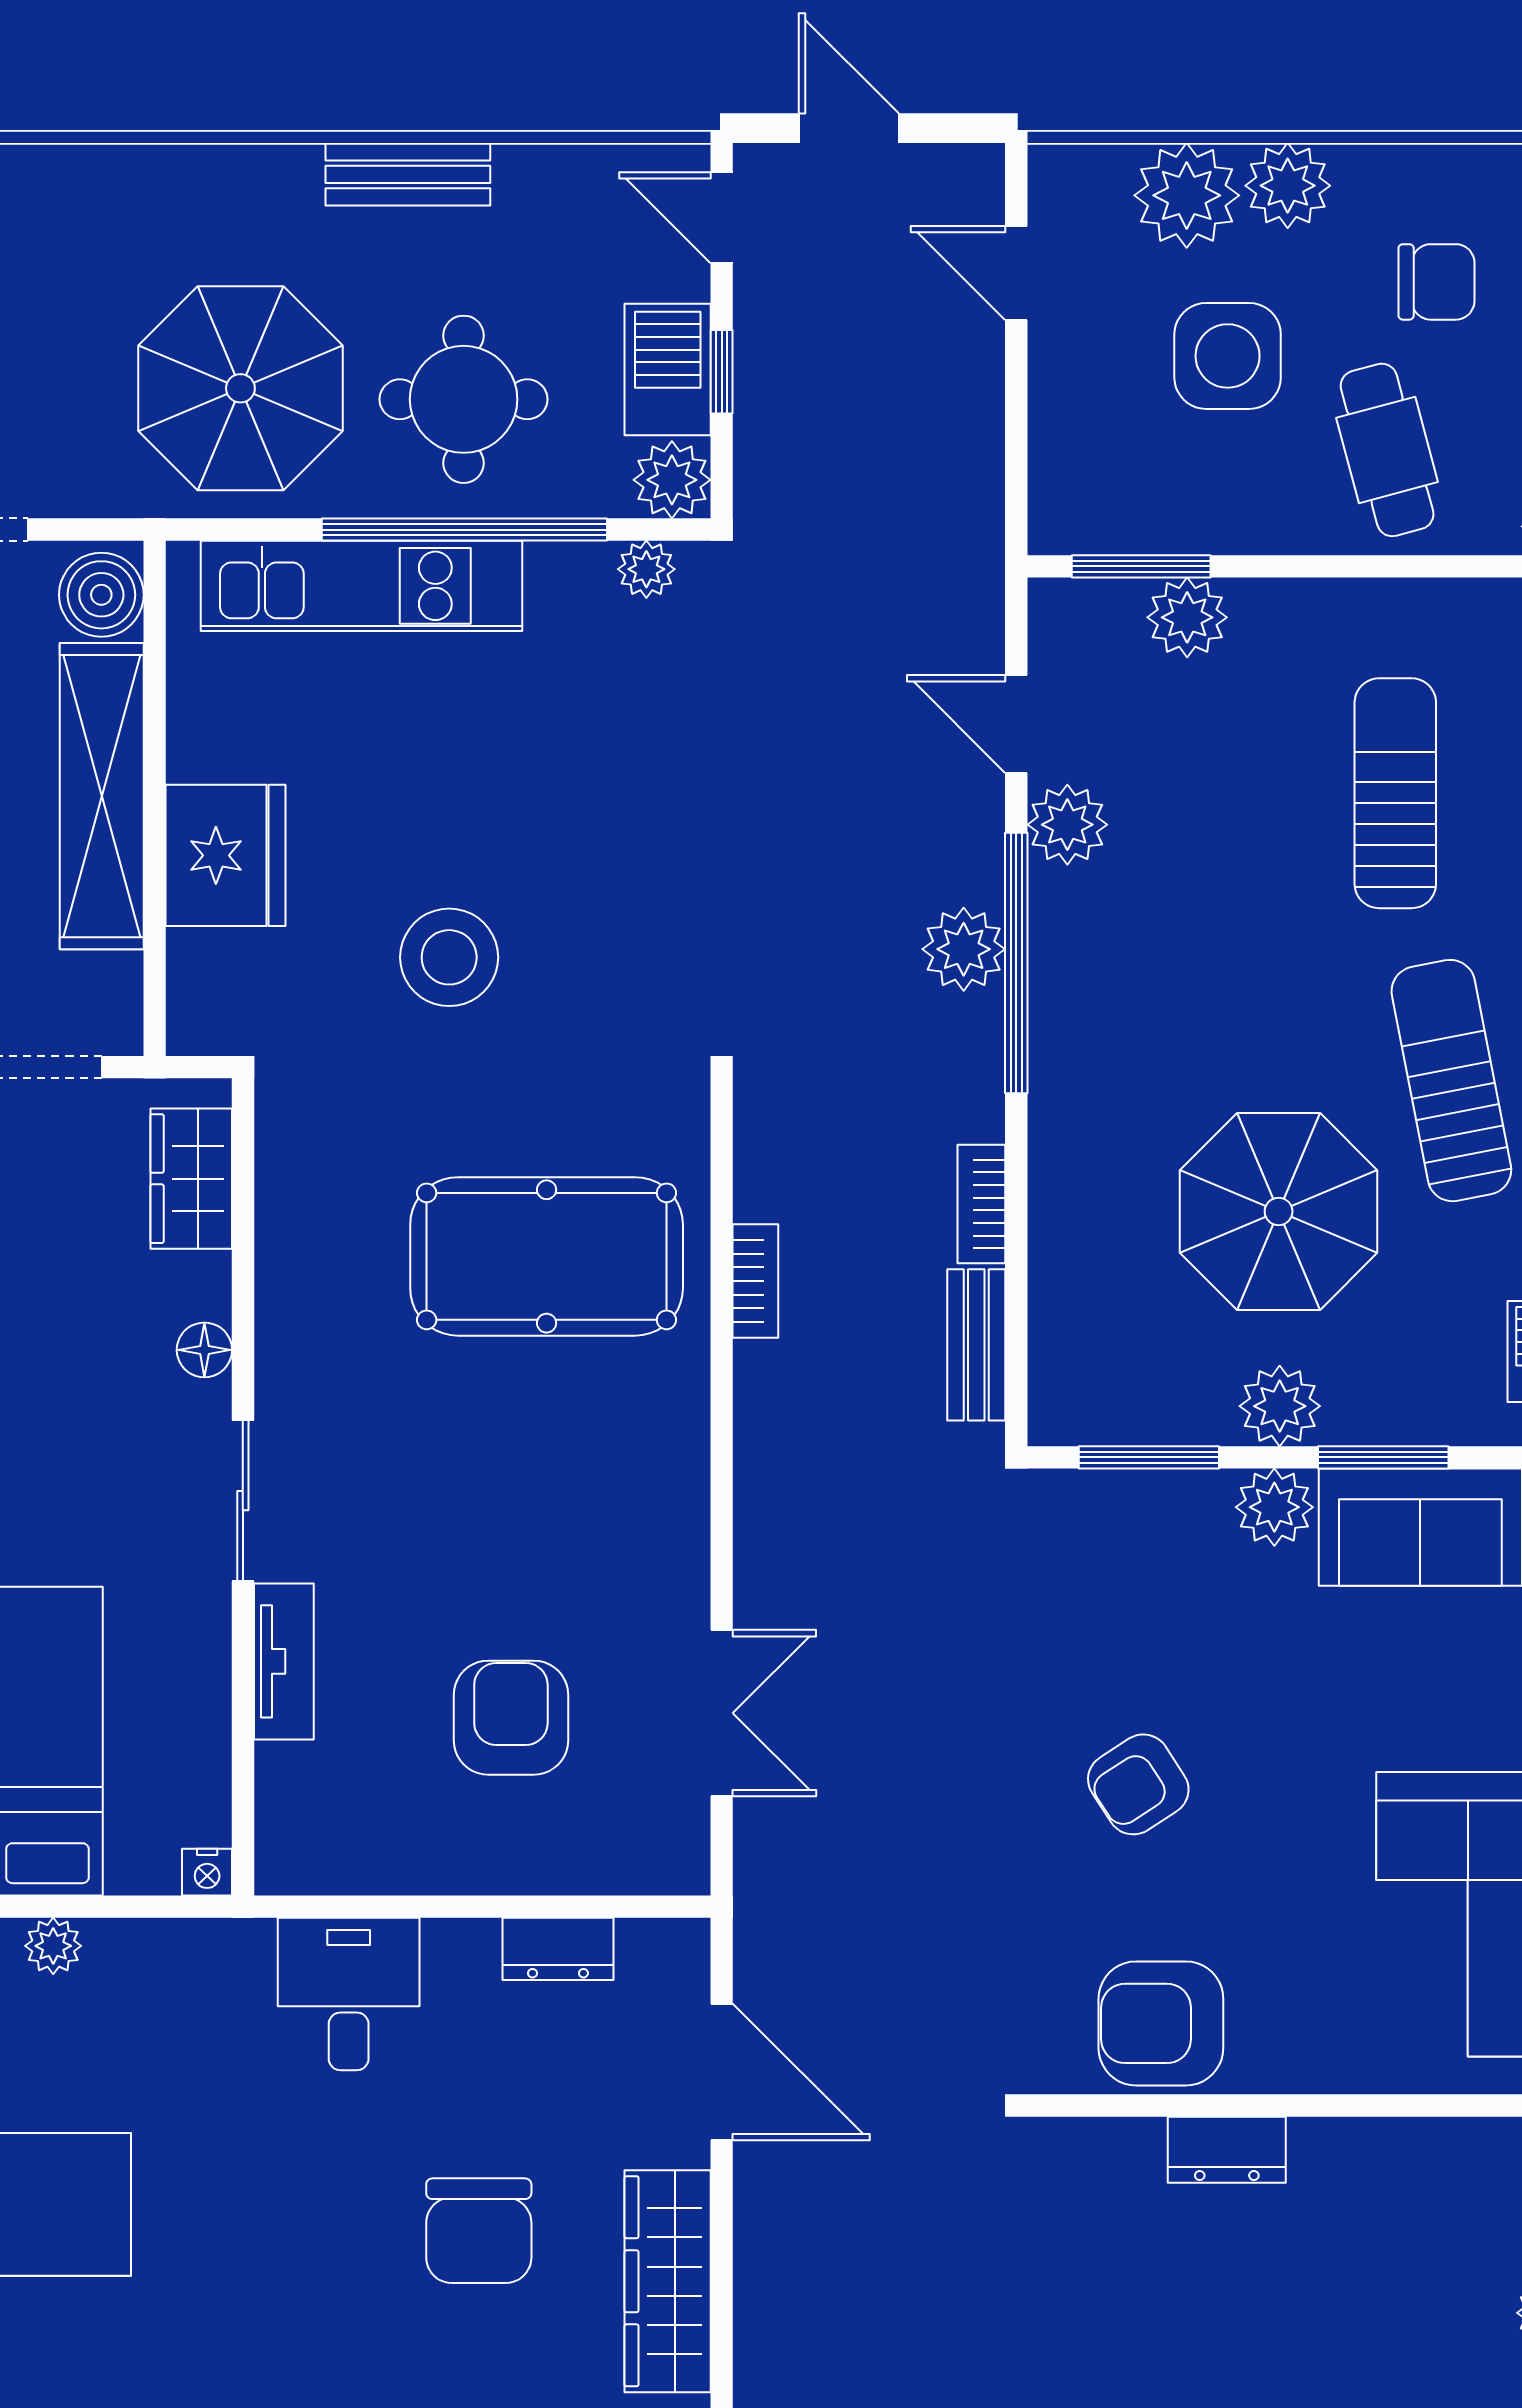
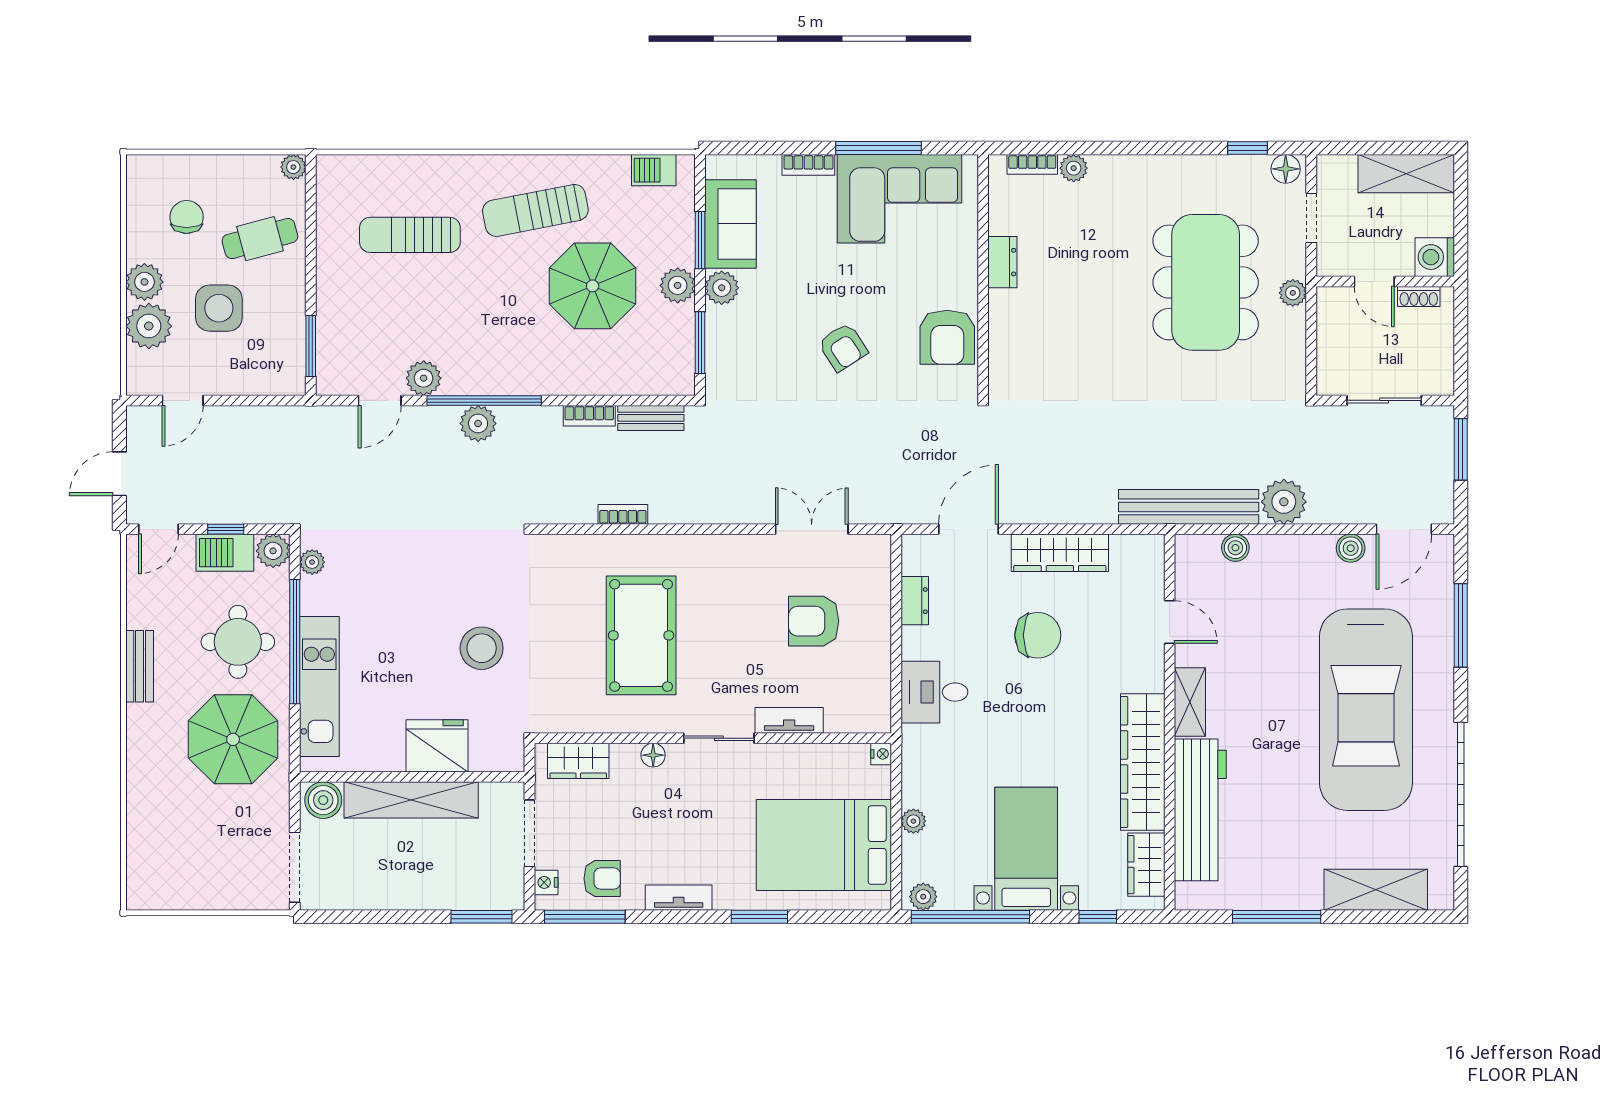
plant: (1187, 617) -> (333, 326), removed
pool table: (547, 1256) -> (641, 635), moved
dresser: (1227, 2150) -> (1002, 262), moved

